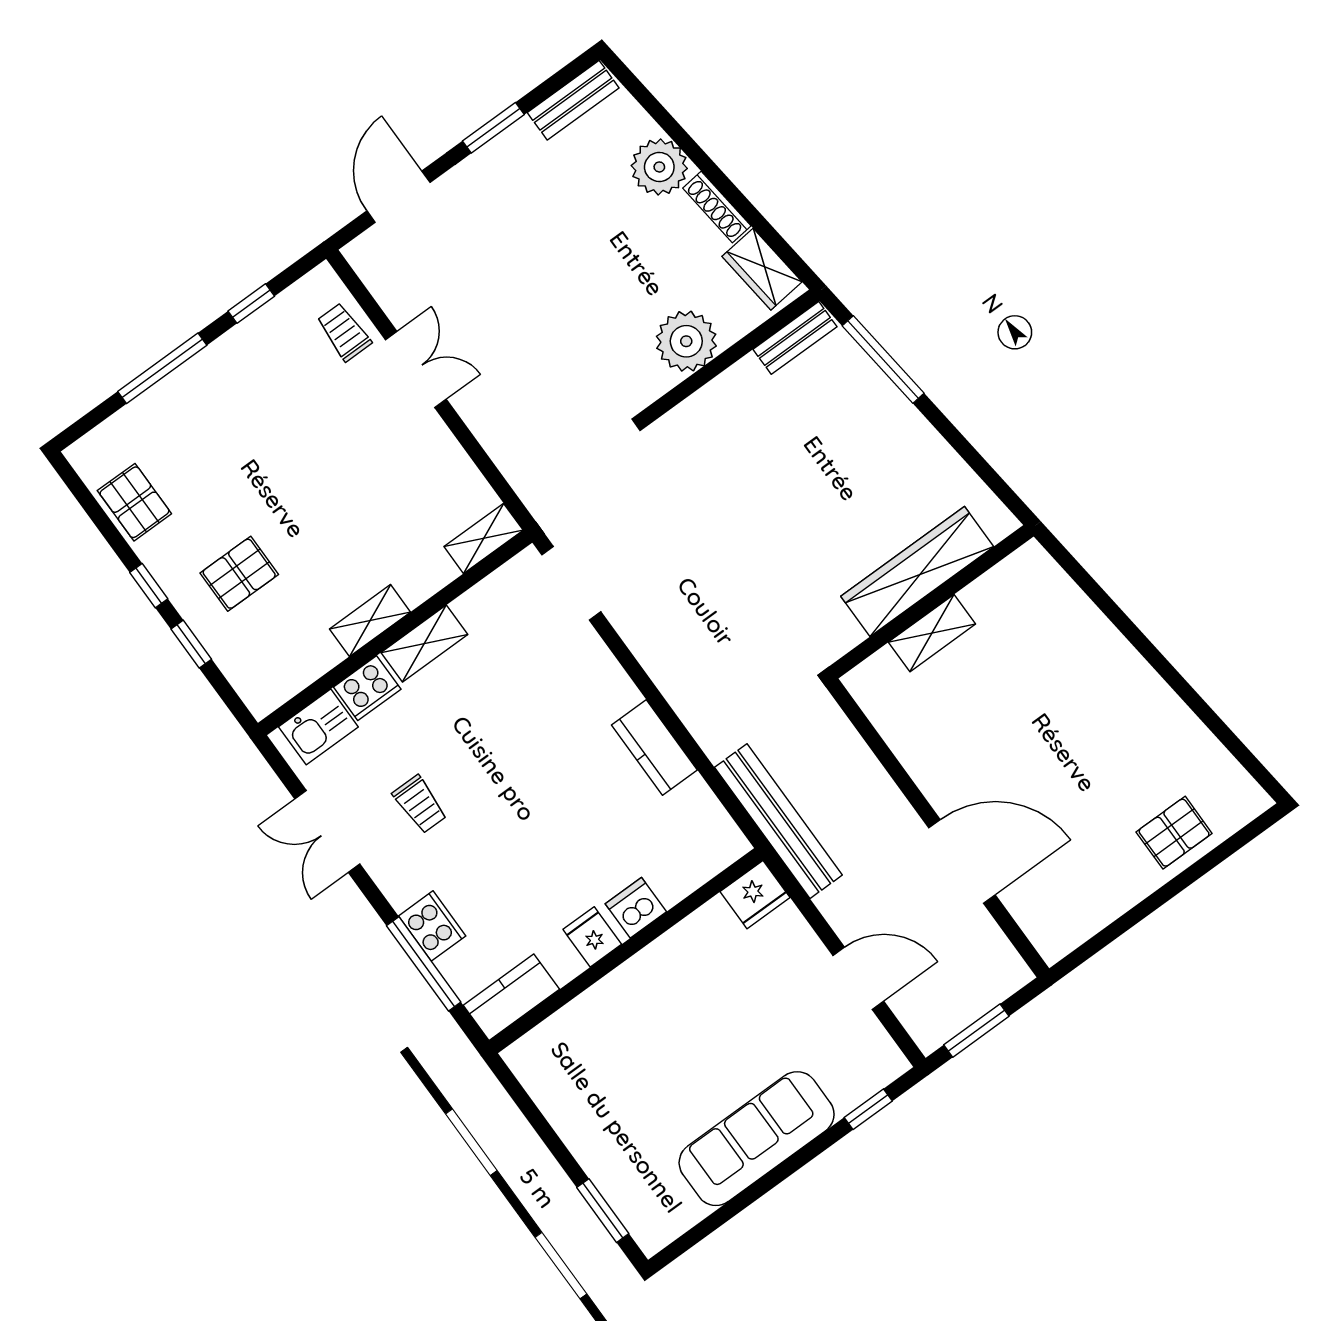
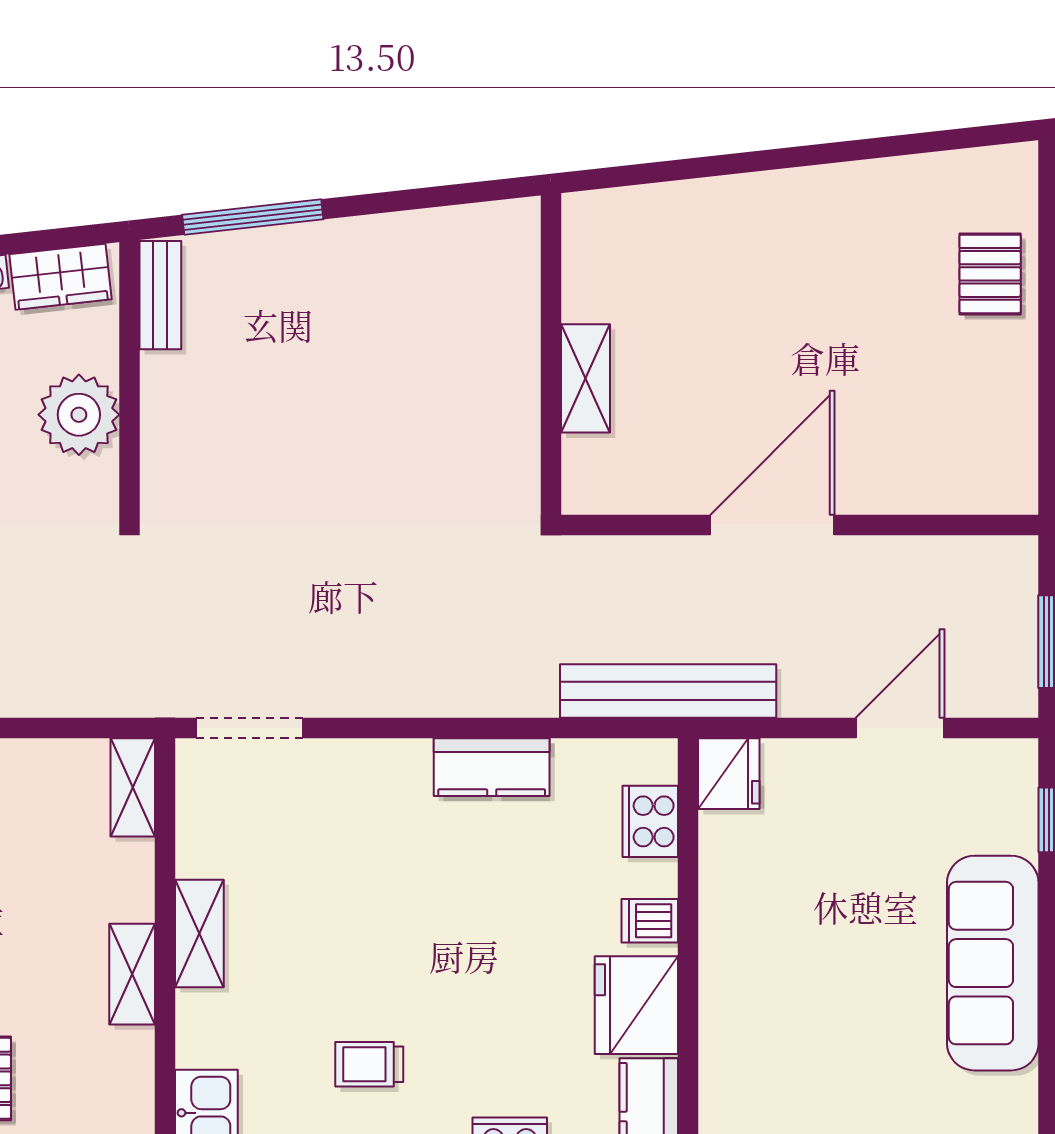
wardrobe: (917, 571) -> (508, 346), removed
cooker: (367, 688) -> (650, 821), moved, turned 180
trolley: (420, 804) -> (369, 1064), turned 180
door: (962, 861) -> (772, 525), moved
dishwasher: (636, 908) -> (650, 921), width x0.73
fridge: (592, 937) -> (636, 1005), width x1.88, depth x1.34

